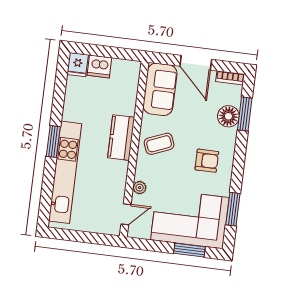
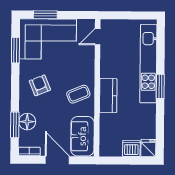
armchair: (207, 161) -> (40, 85), turned 68
plant: (140, 188) -> (89, 59), removed

